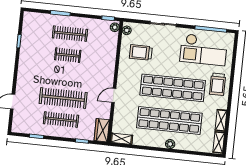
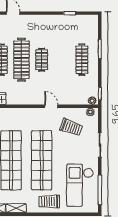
trolley: (141, 52) -> (71, 127), turned 109
clothes rail: (68, 55) -> (42, 60), moved
door: (114, 95) -> (51, 106), moved

